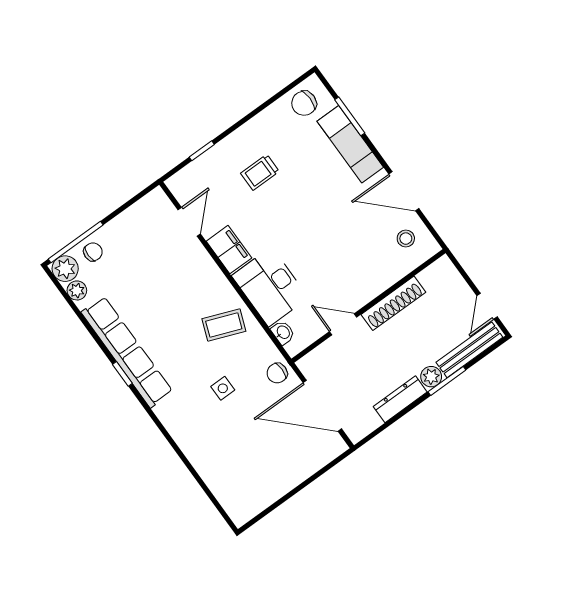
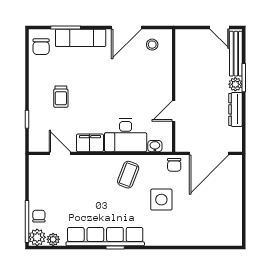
shoe rack: (393, 303) -> (182, 76), removed
side table: (223, 388) -> (161, 200), width x1.87, depth x1.87

